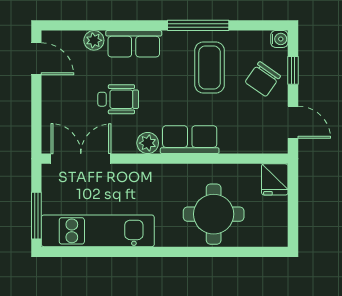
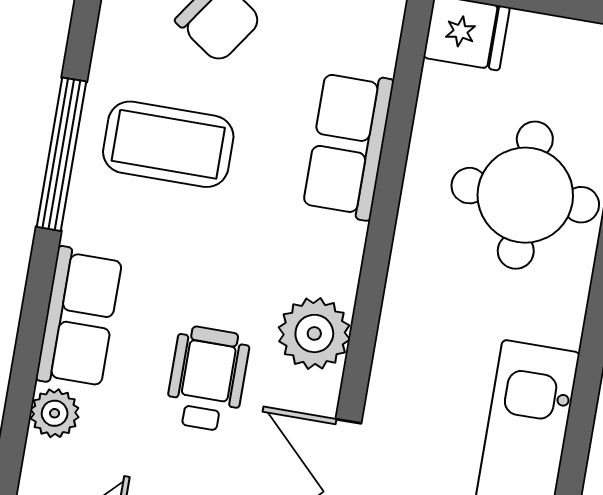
row of seats: (190, 140) -> (348, 145), moved
plant: (148, 143) -> (314, 333), width x1.38, depth x1.38

